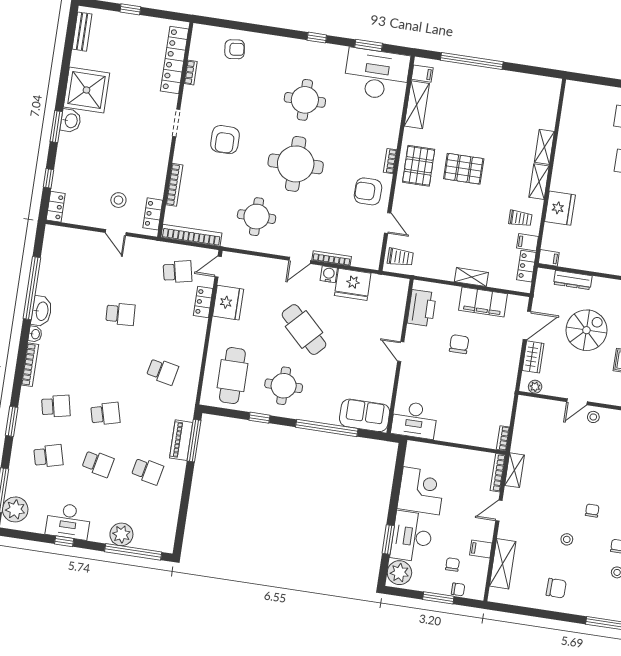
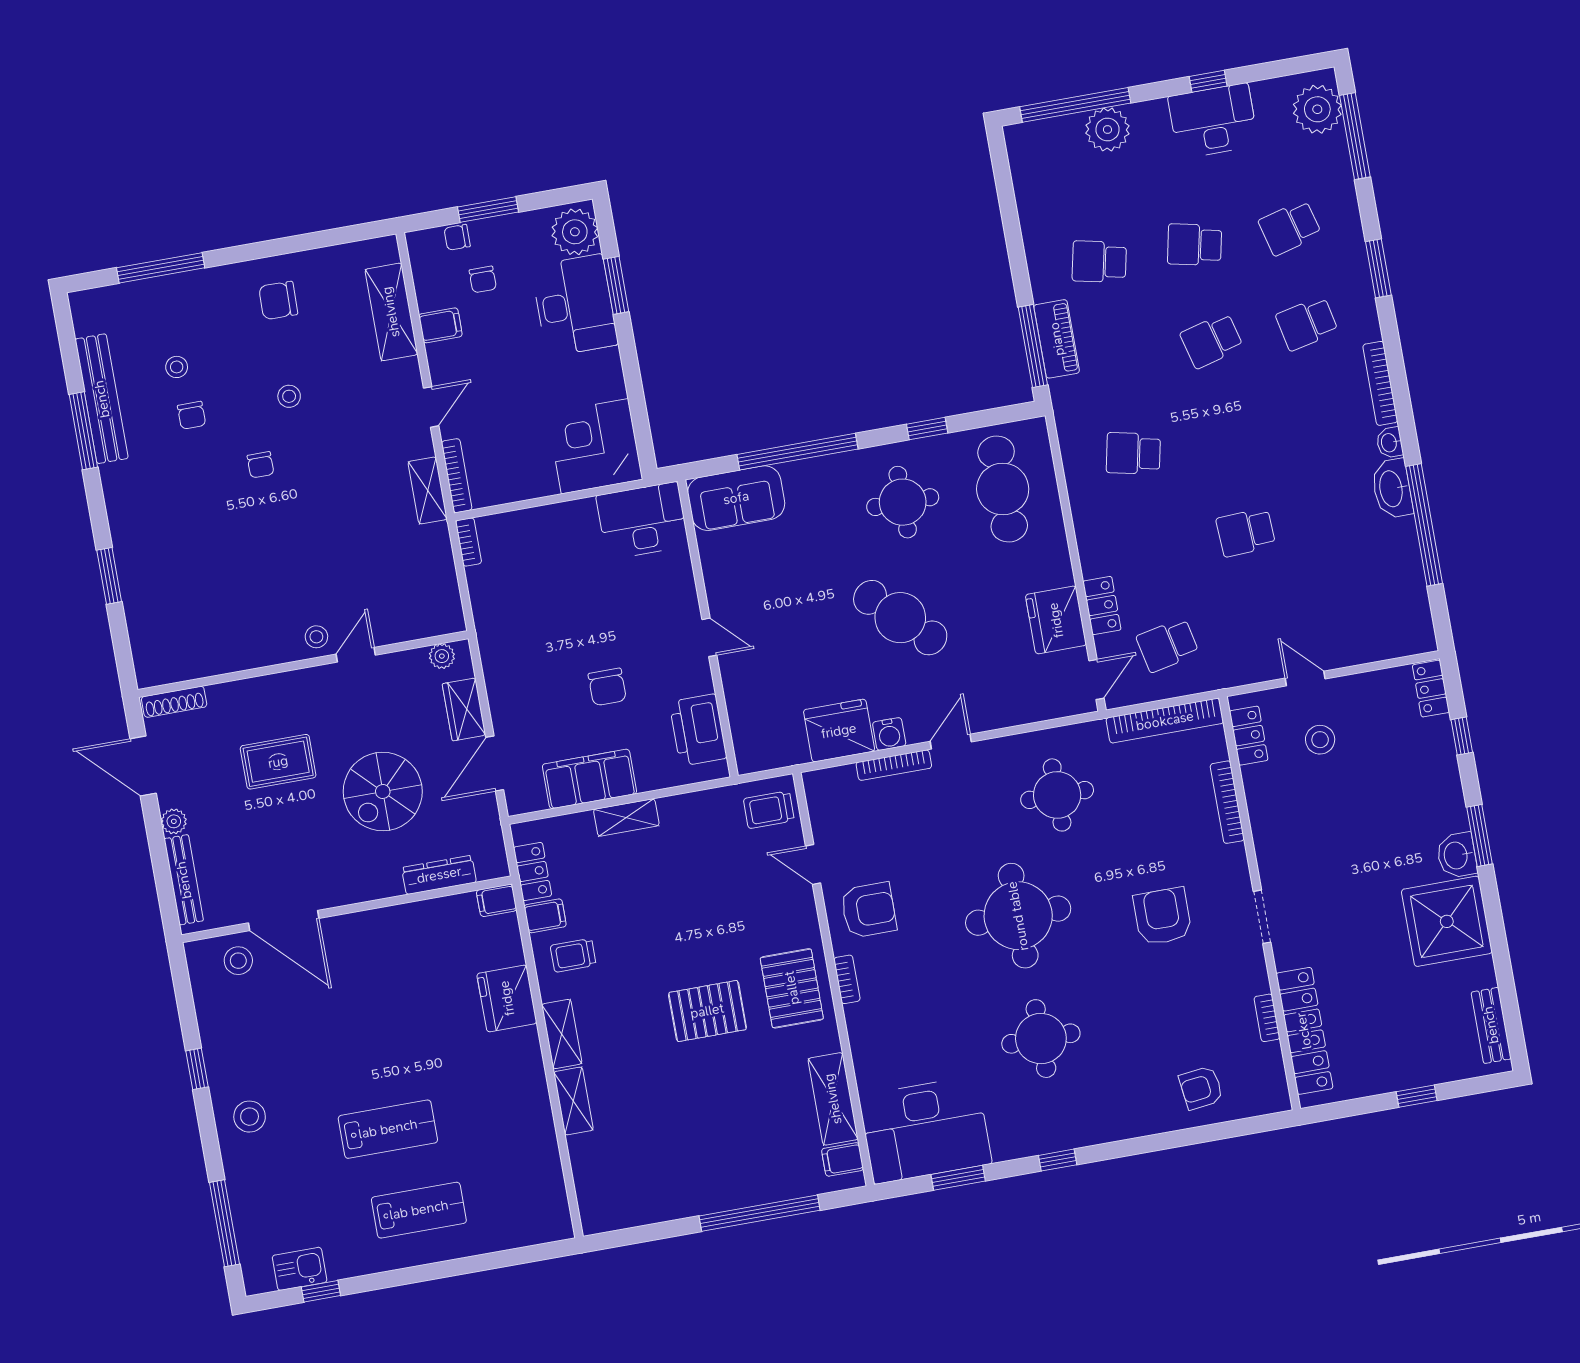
corner desk: (421, 491) -> (595, 446), moved, turned 90

